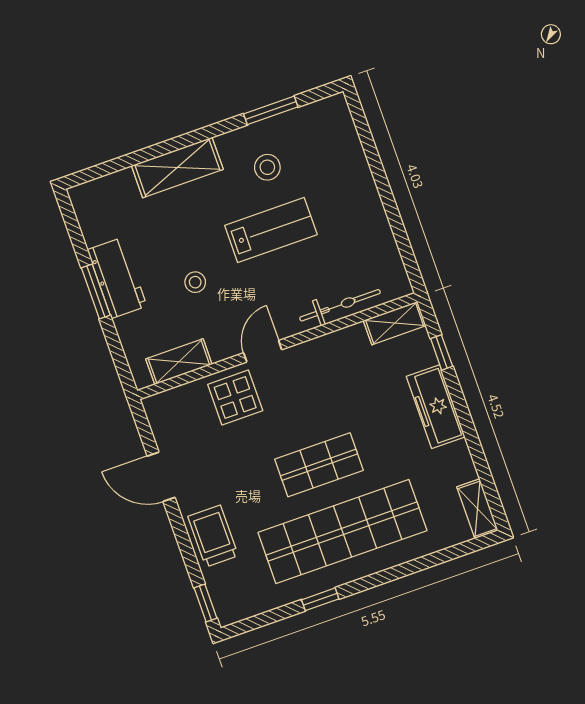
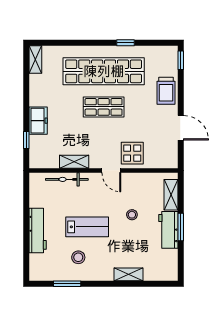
shelving: (177, 168) -> (128, 274), width x0.67, depth x0.75
workbench: (361, 191) -> (38, 230), added
lab bench: (271, 230) -> (87, 227), turned 180
shelving: (395, 323) -> (74, 162), moved
door: (263, 351) -> (111, 170), hinge flipped
shelving: (179, 362) -> (171, 195), moved, turned 90
freezer: (436, 407) -> (38, 121), width x0.71

